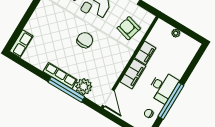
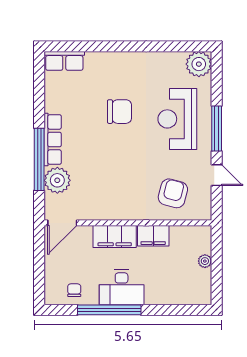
chair: (85, 40) -> (120, 112), moved

